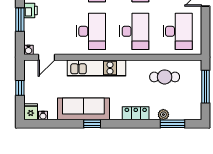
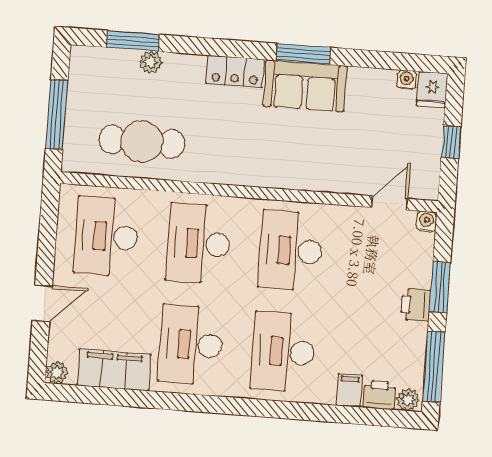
kitchen unit: (97, 68) -> (285, 172), removed
cafe table: (165, 77) -> (142, 142), width x1.37, depth x1.35
sofa: (83, 109) -> (305, 86), width x0.73
locker: (136, 113) -> (235, 71), moved
window: (92, 124) -> (303, 54), width x1.50

